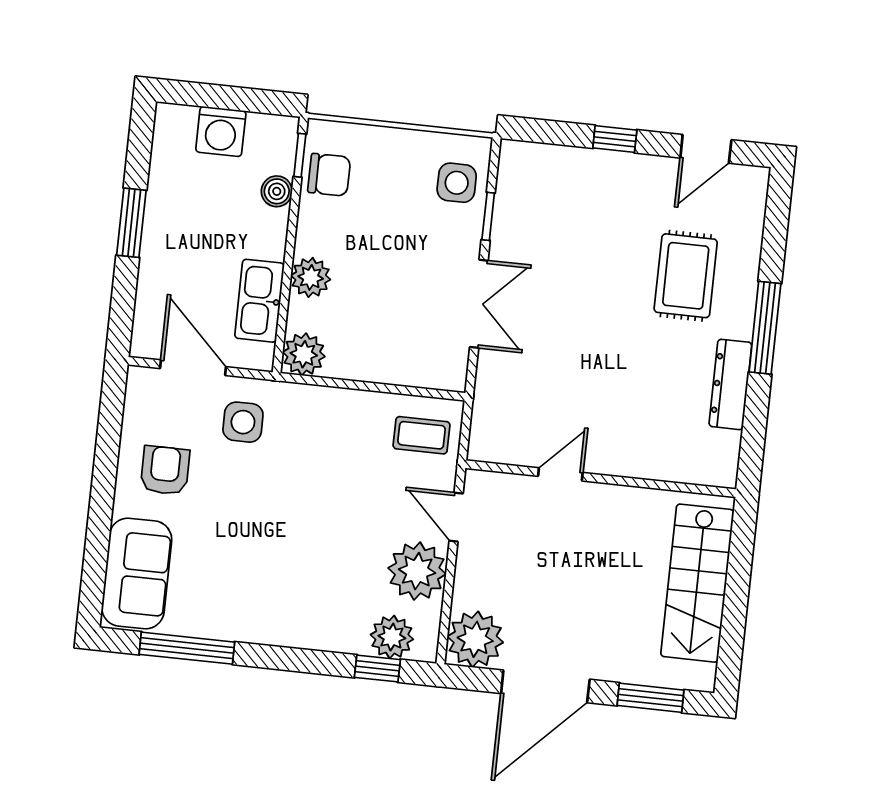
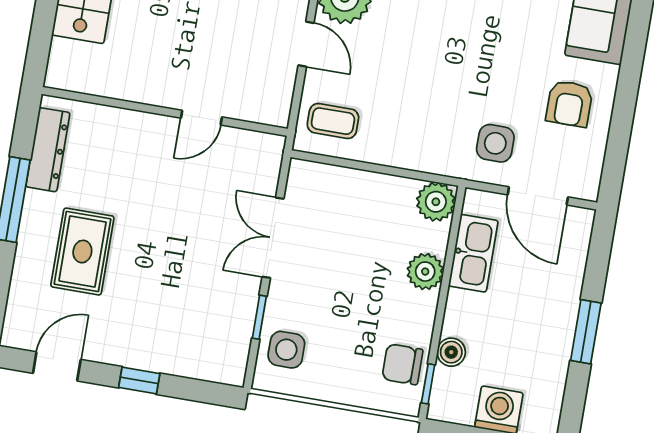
door: (560, 474) -> (201, 118), moved
wall: (601, 479) -> (165, 111), moved

